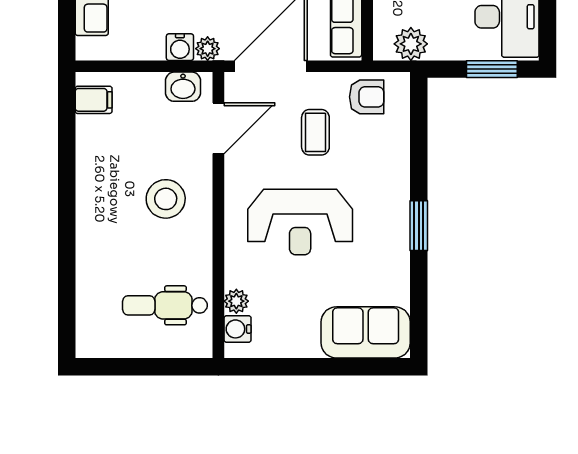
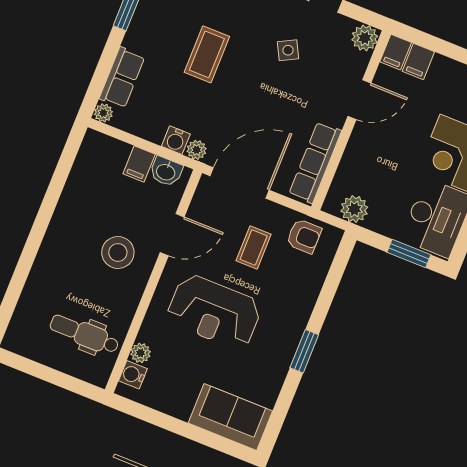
plant: (87, 49) -> (103, 113), added
filing cabinet: (94, 100) -> (139, 164), moved, turned 90
door: (218, 128) -> (172, 235), moved

